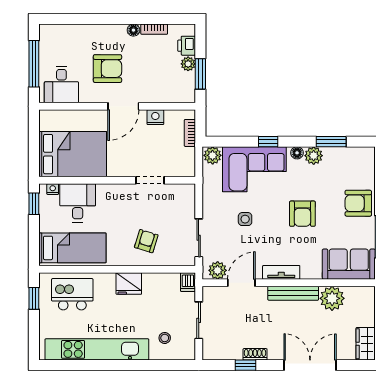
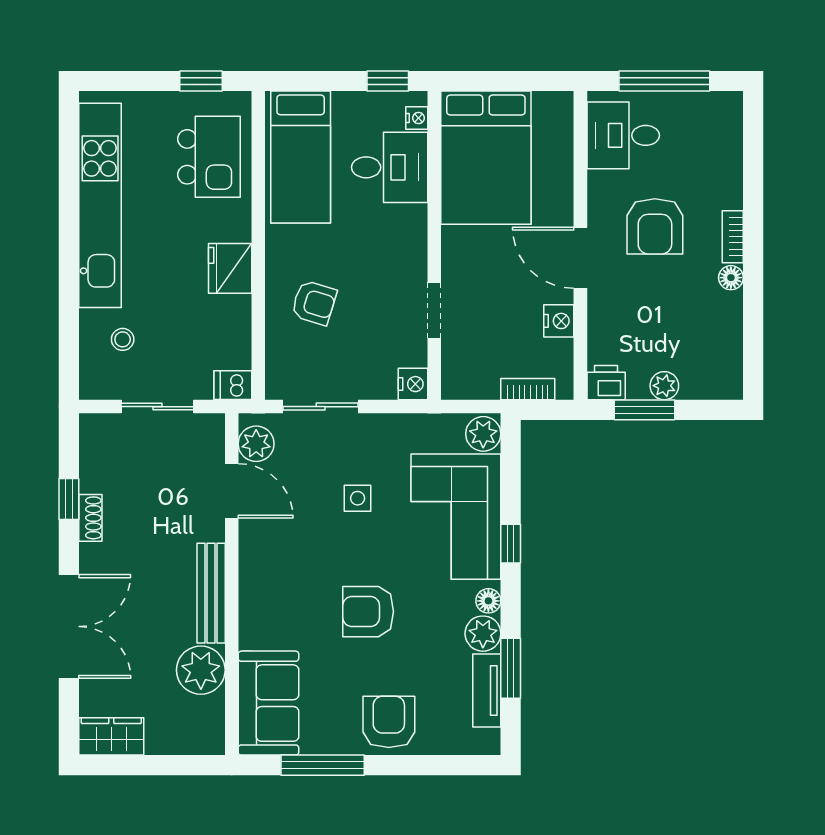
bookcase: (154, 29) -> (733, 237), moved
printer: (187, 46) -> (606, 383), moved
nightstand: (187, 191) -> (413, 384), added
tv unit: (281, 272) -> (487, 691), moved, turned 180

